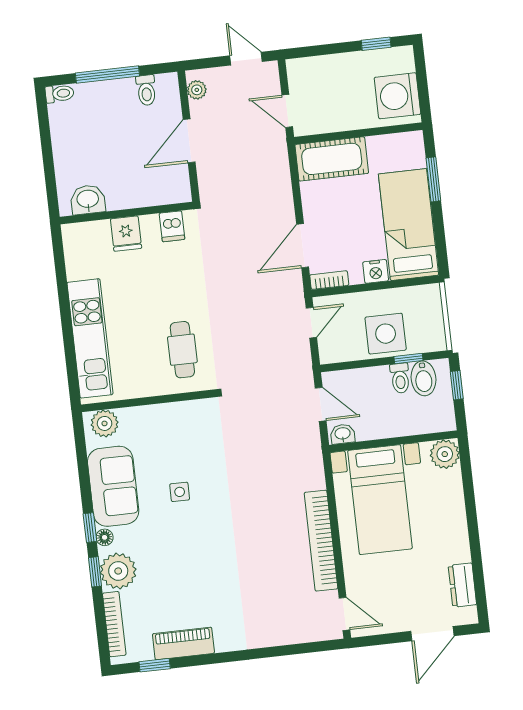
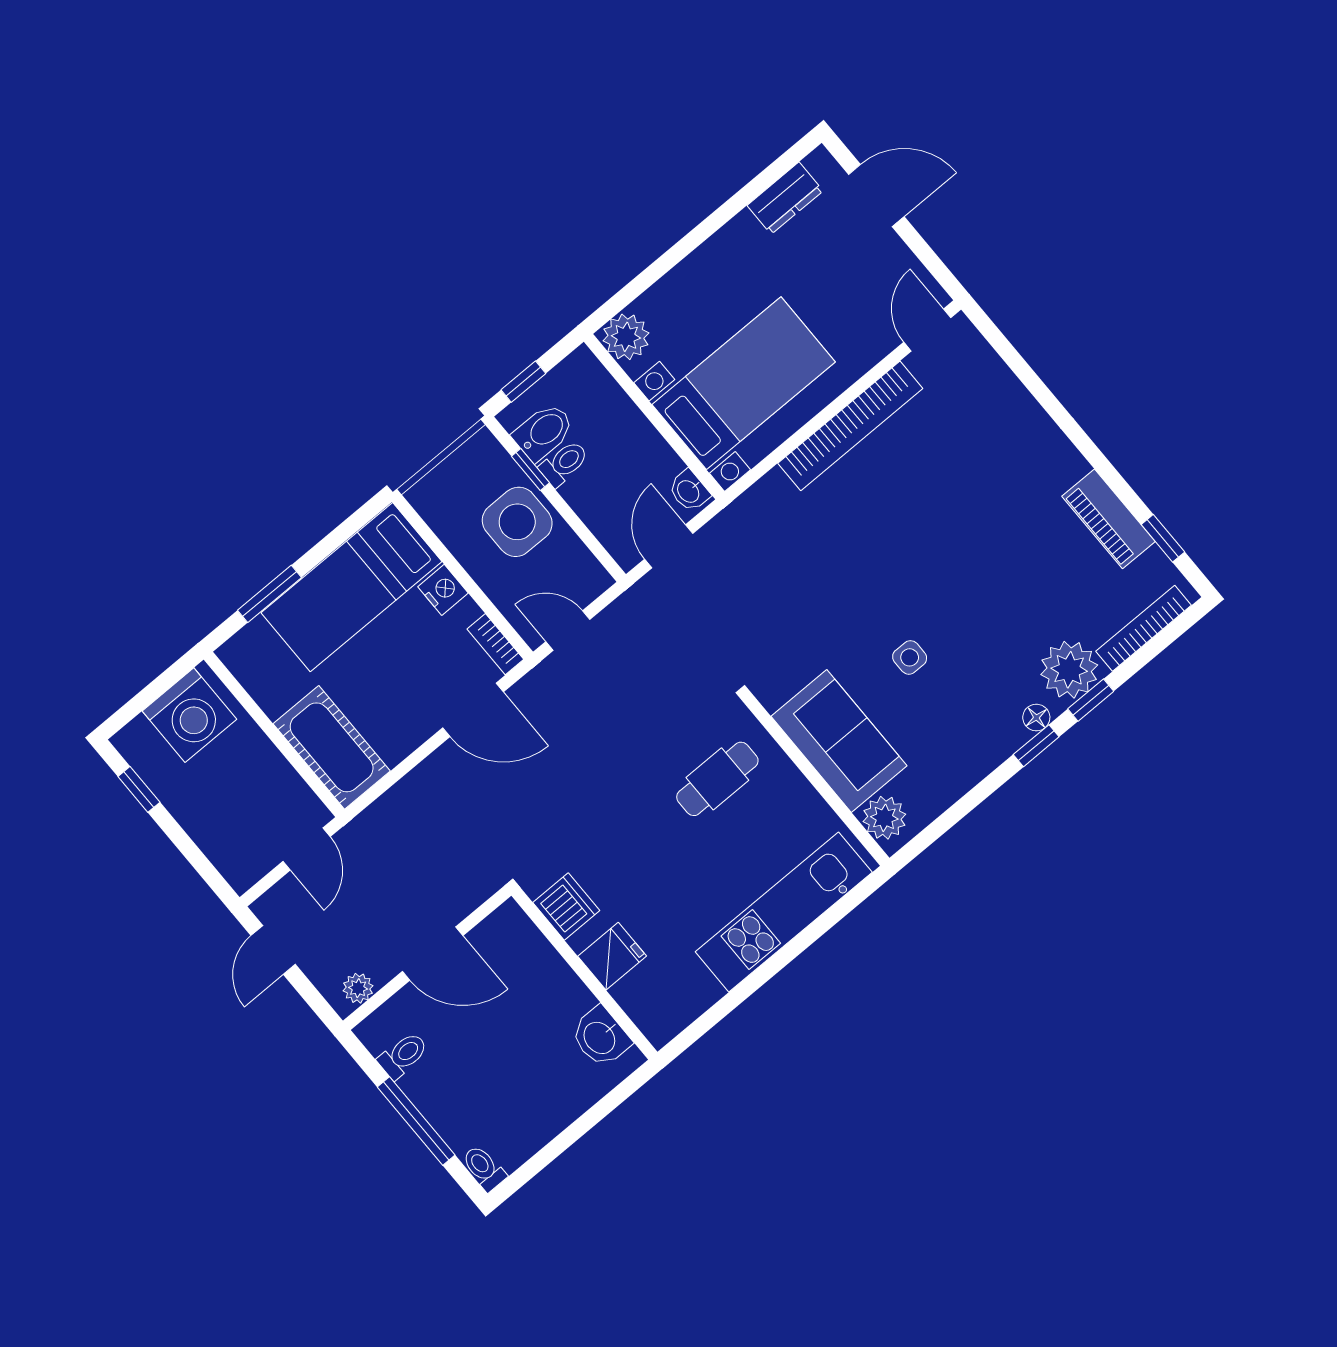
dishwasher: (172, 226) -> (566, 906), width x1.38
sofa: (113, 486) -> (839, 741), moved, turned 90

